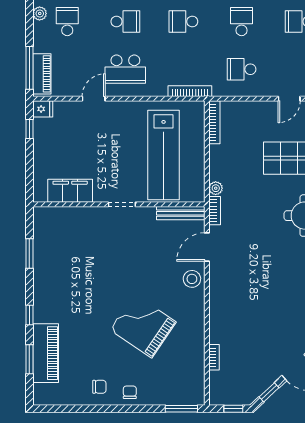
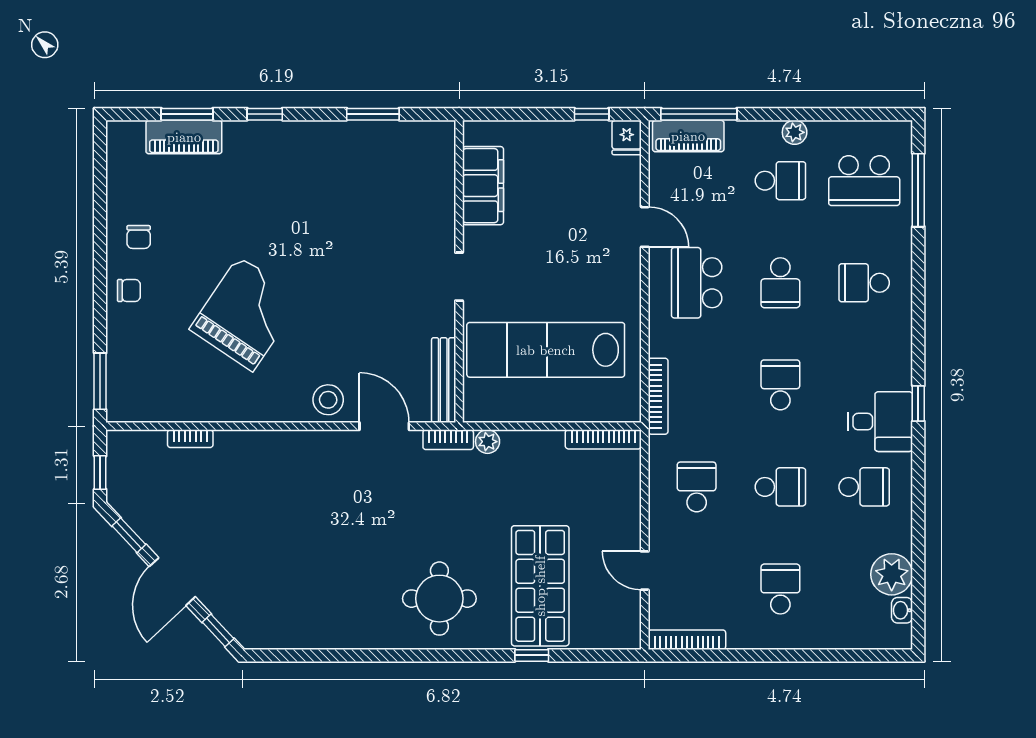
piano: (46, 353) -> (184, 137), width x0.73, depth x0.75

